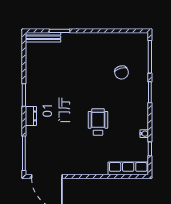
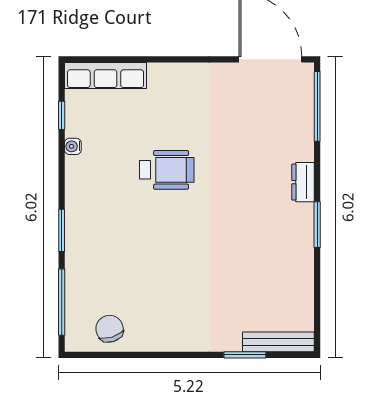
chair: (122, 72) -> (110, 329), moved
wheelchair: (98, 122) -> (167, 170), turned -90

